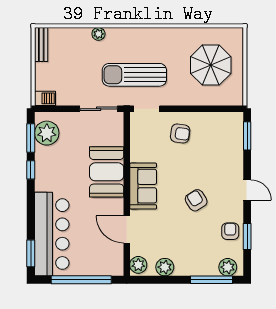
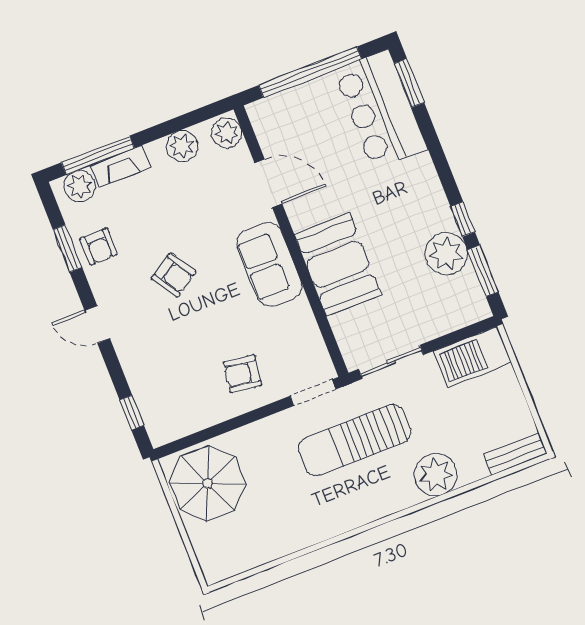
plant: (98, 34) -> (436, 475), width x1.88, depth x1.88
bench: (41, 45) -> (515, 454), moved, turned 90
parasol: (211, 65) -> (208, 483), moved
sun lounger: (134, 75) -> (355, 440), turned 180
barbecue: (45, 98) -> (473, 357), width x1.88, depth x1.53
plant: (47, 133) -> (446, 254), moved
window: (247, 136) -> (132, 413), width x0.67
bar counter: (52, 234) -> (380, 110), width x0.73
fireplace: (202, 269) -> (121, 166), added

